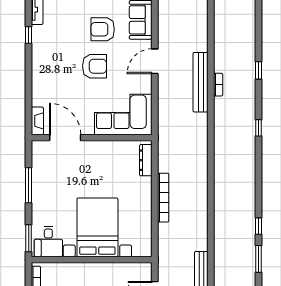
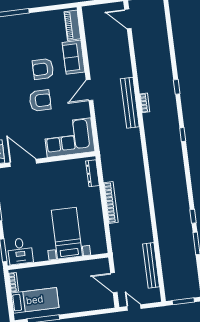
bed with nightstands: (97, 227) -> (67, 233), width x0.73

